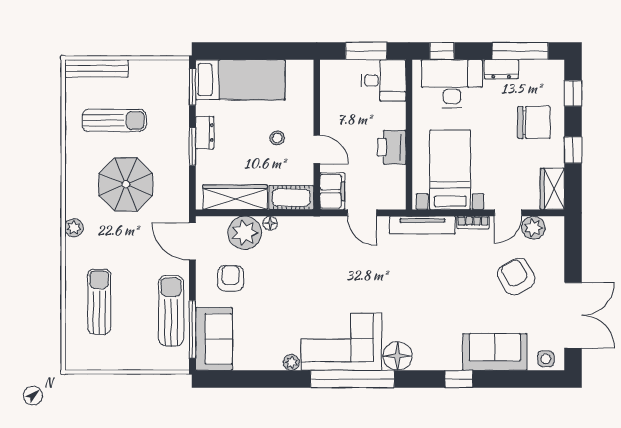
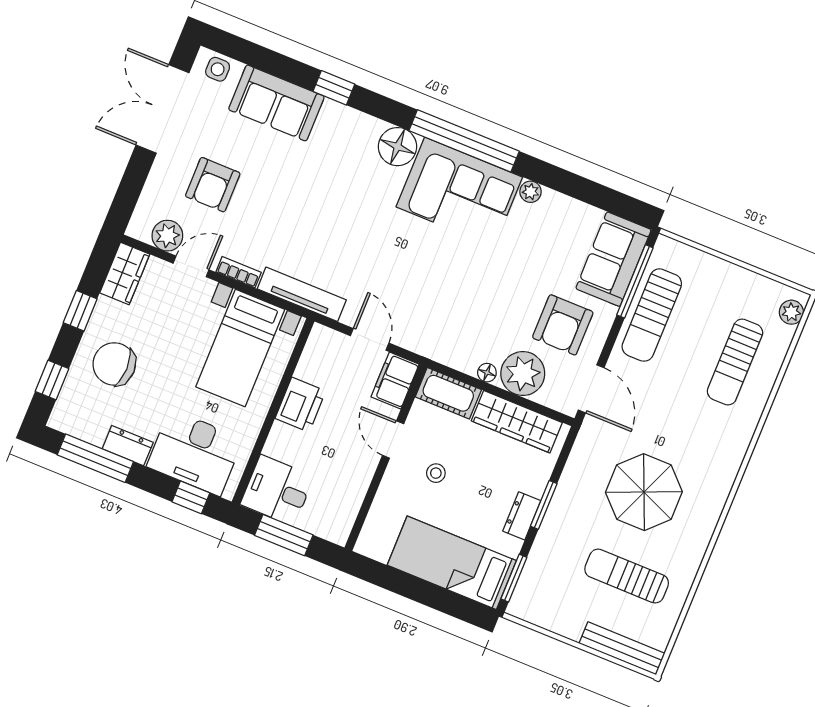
plant: (74, 228) -> (791, 312), moved
armchair: (516, 276) -> (213, 185), turned 30
armchair: (231, 278) -> (563, 325), width x1.38, depth x1.38

